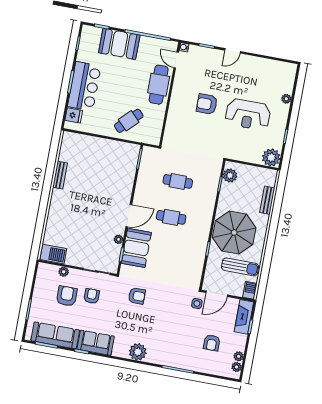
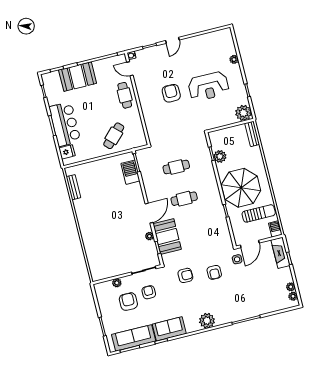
cafe table: (159, 85) -> (125, 95), width x0.73, depth x0.74
armchair: (207, 104) -> (171, 93), turned 90
bench: (60, 175) -> (73, 187), moved
plant: (230, 175) -> (220, 156), moved
bench: (267, 200) -> (252, 134), moved
barbecue: (53, 254) -> (130, 172), moved, turned -90
armchair: (212, 343) -> (214, 272), moved

